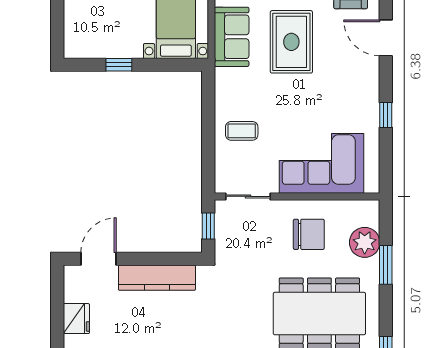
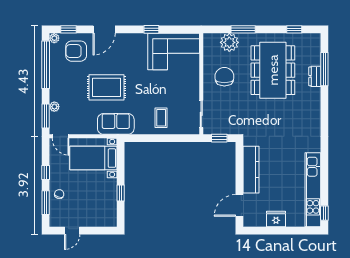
sofa: (232, 37) -> (116, 124), moved
corner sofa: (322, 163) -> (174, 52), moved, turned -90
door: (99, 259) -> (239, 205), hinge flipped

